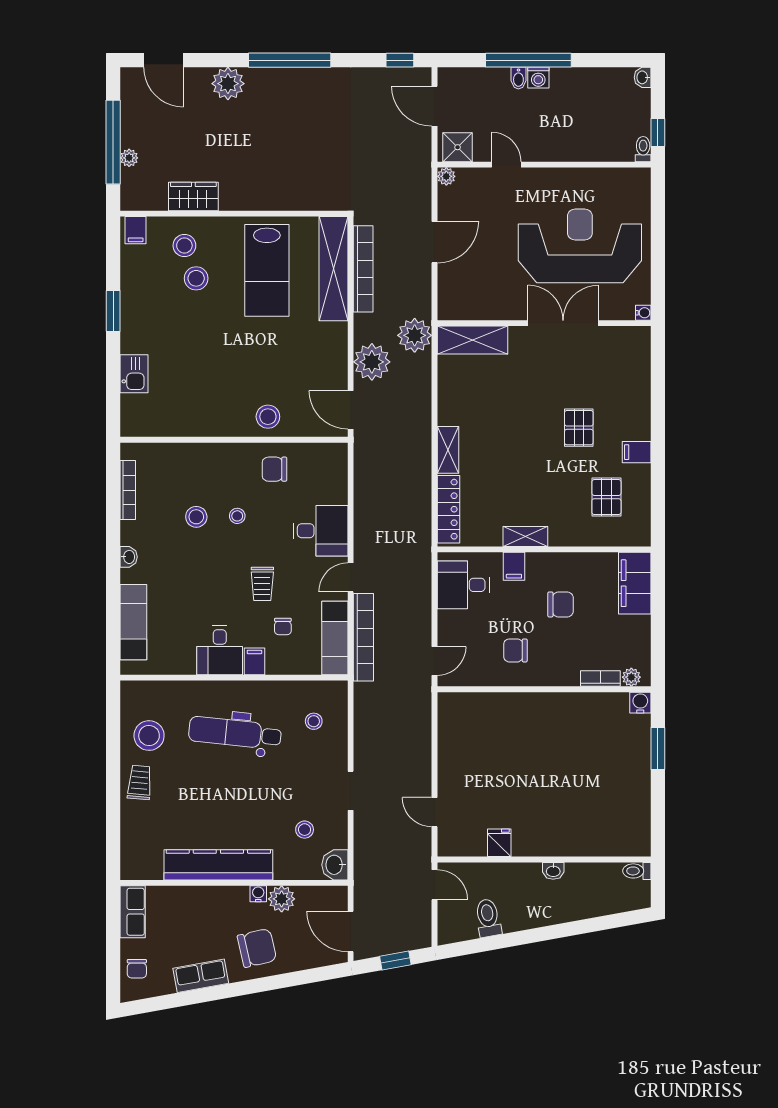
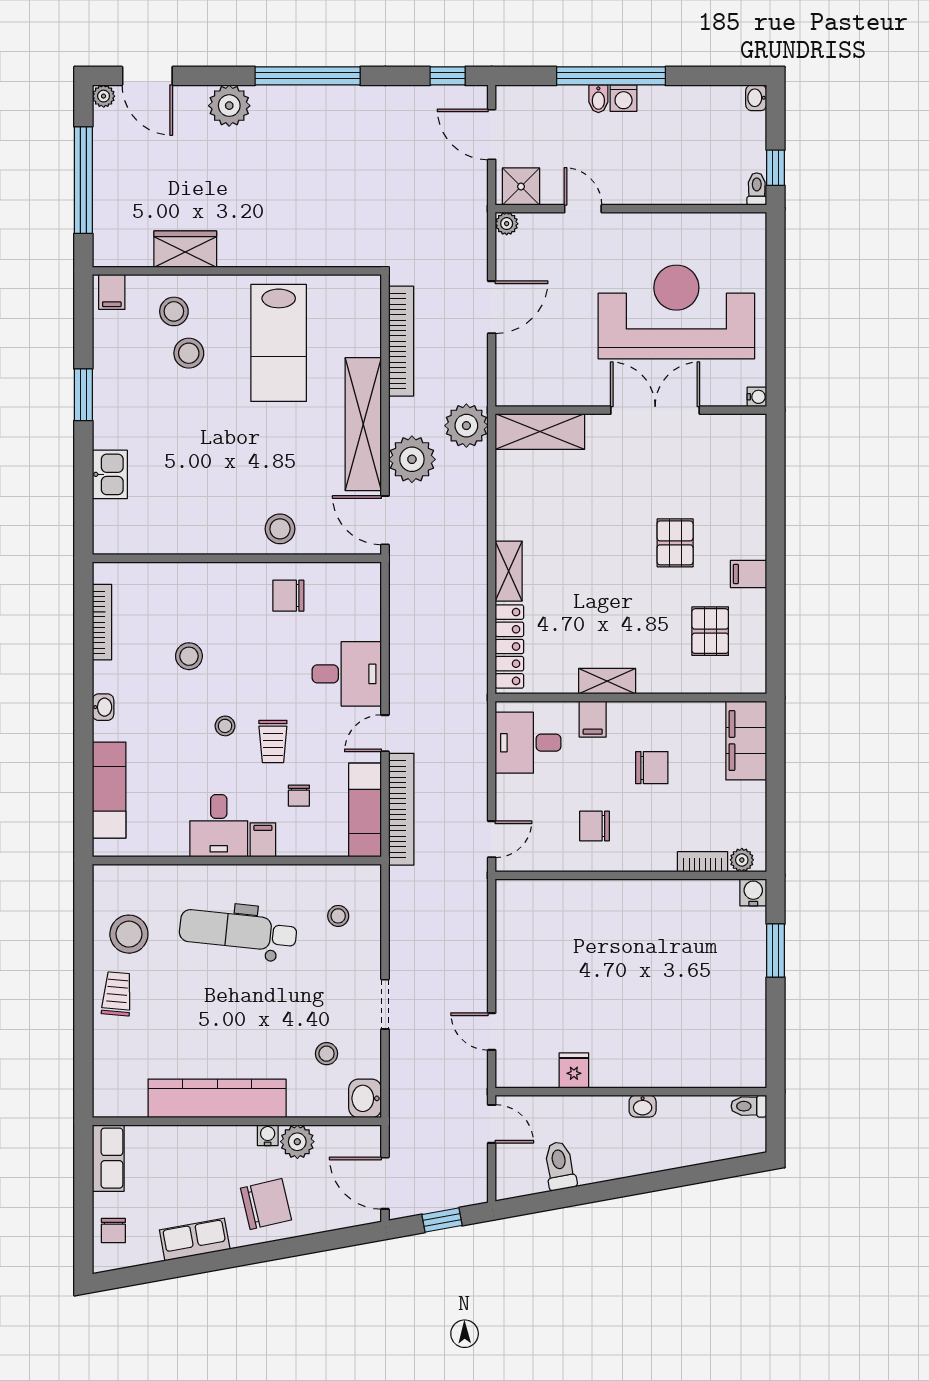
plant: (129, 158) -> (104, 96), moved
shelving: (334, 269) -> (363, 424), moved
stool: (237, 516) -> (225, 726), moved

